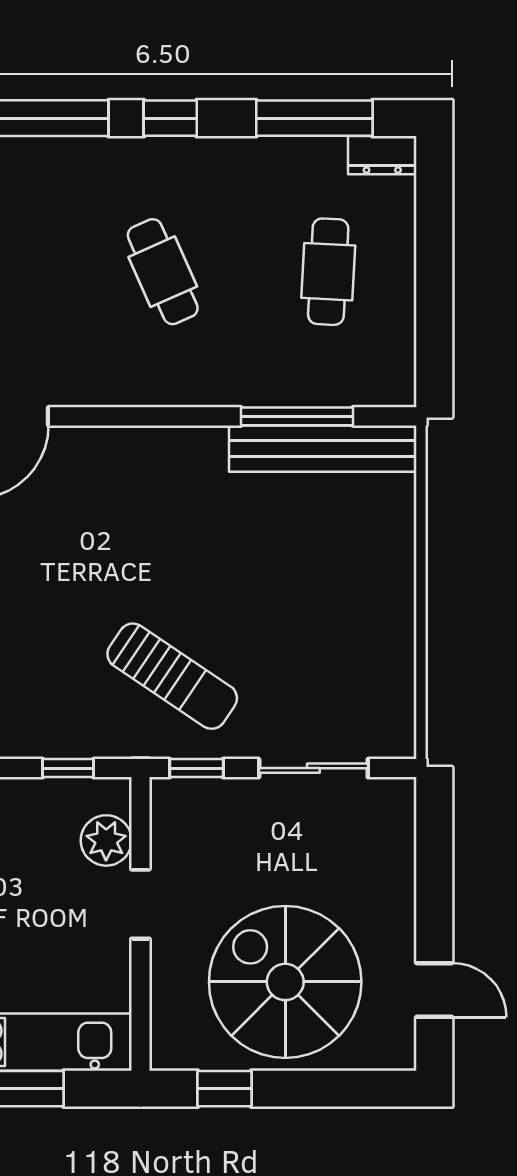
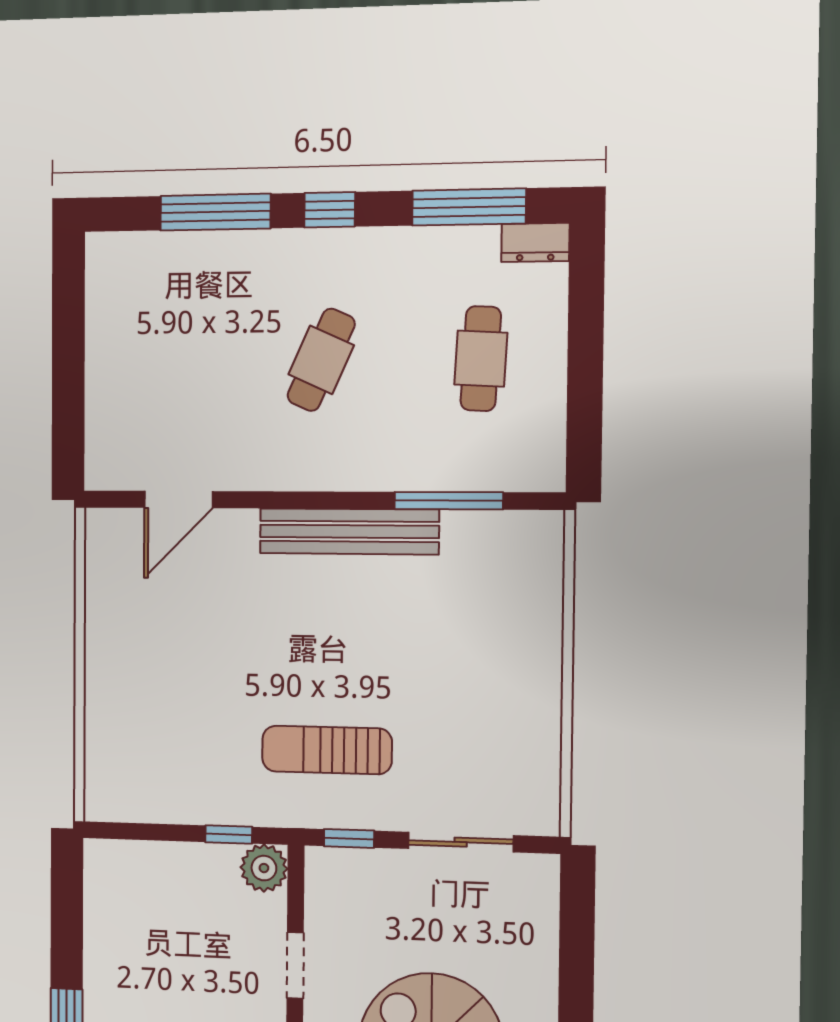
cafe table: (163, 272) -> (321, 360), turned 48
bench: (323, 449) -> (349, 531), moved
sun lounger: (172, 676) -> (327, 750), turned 146
plant: (106, 840) -> (264, 868), moved

